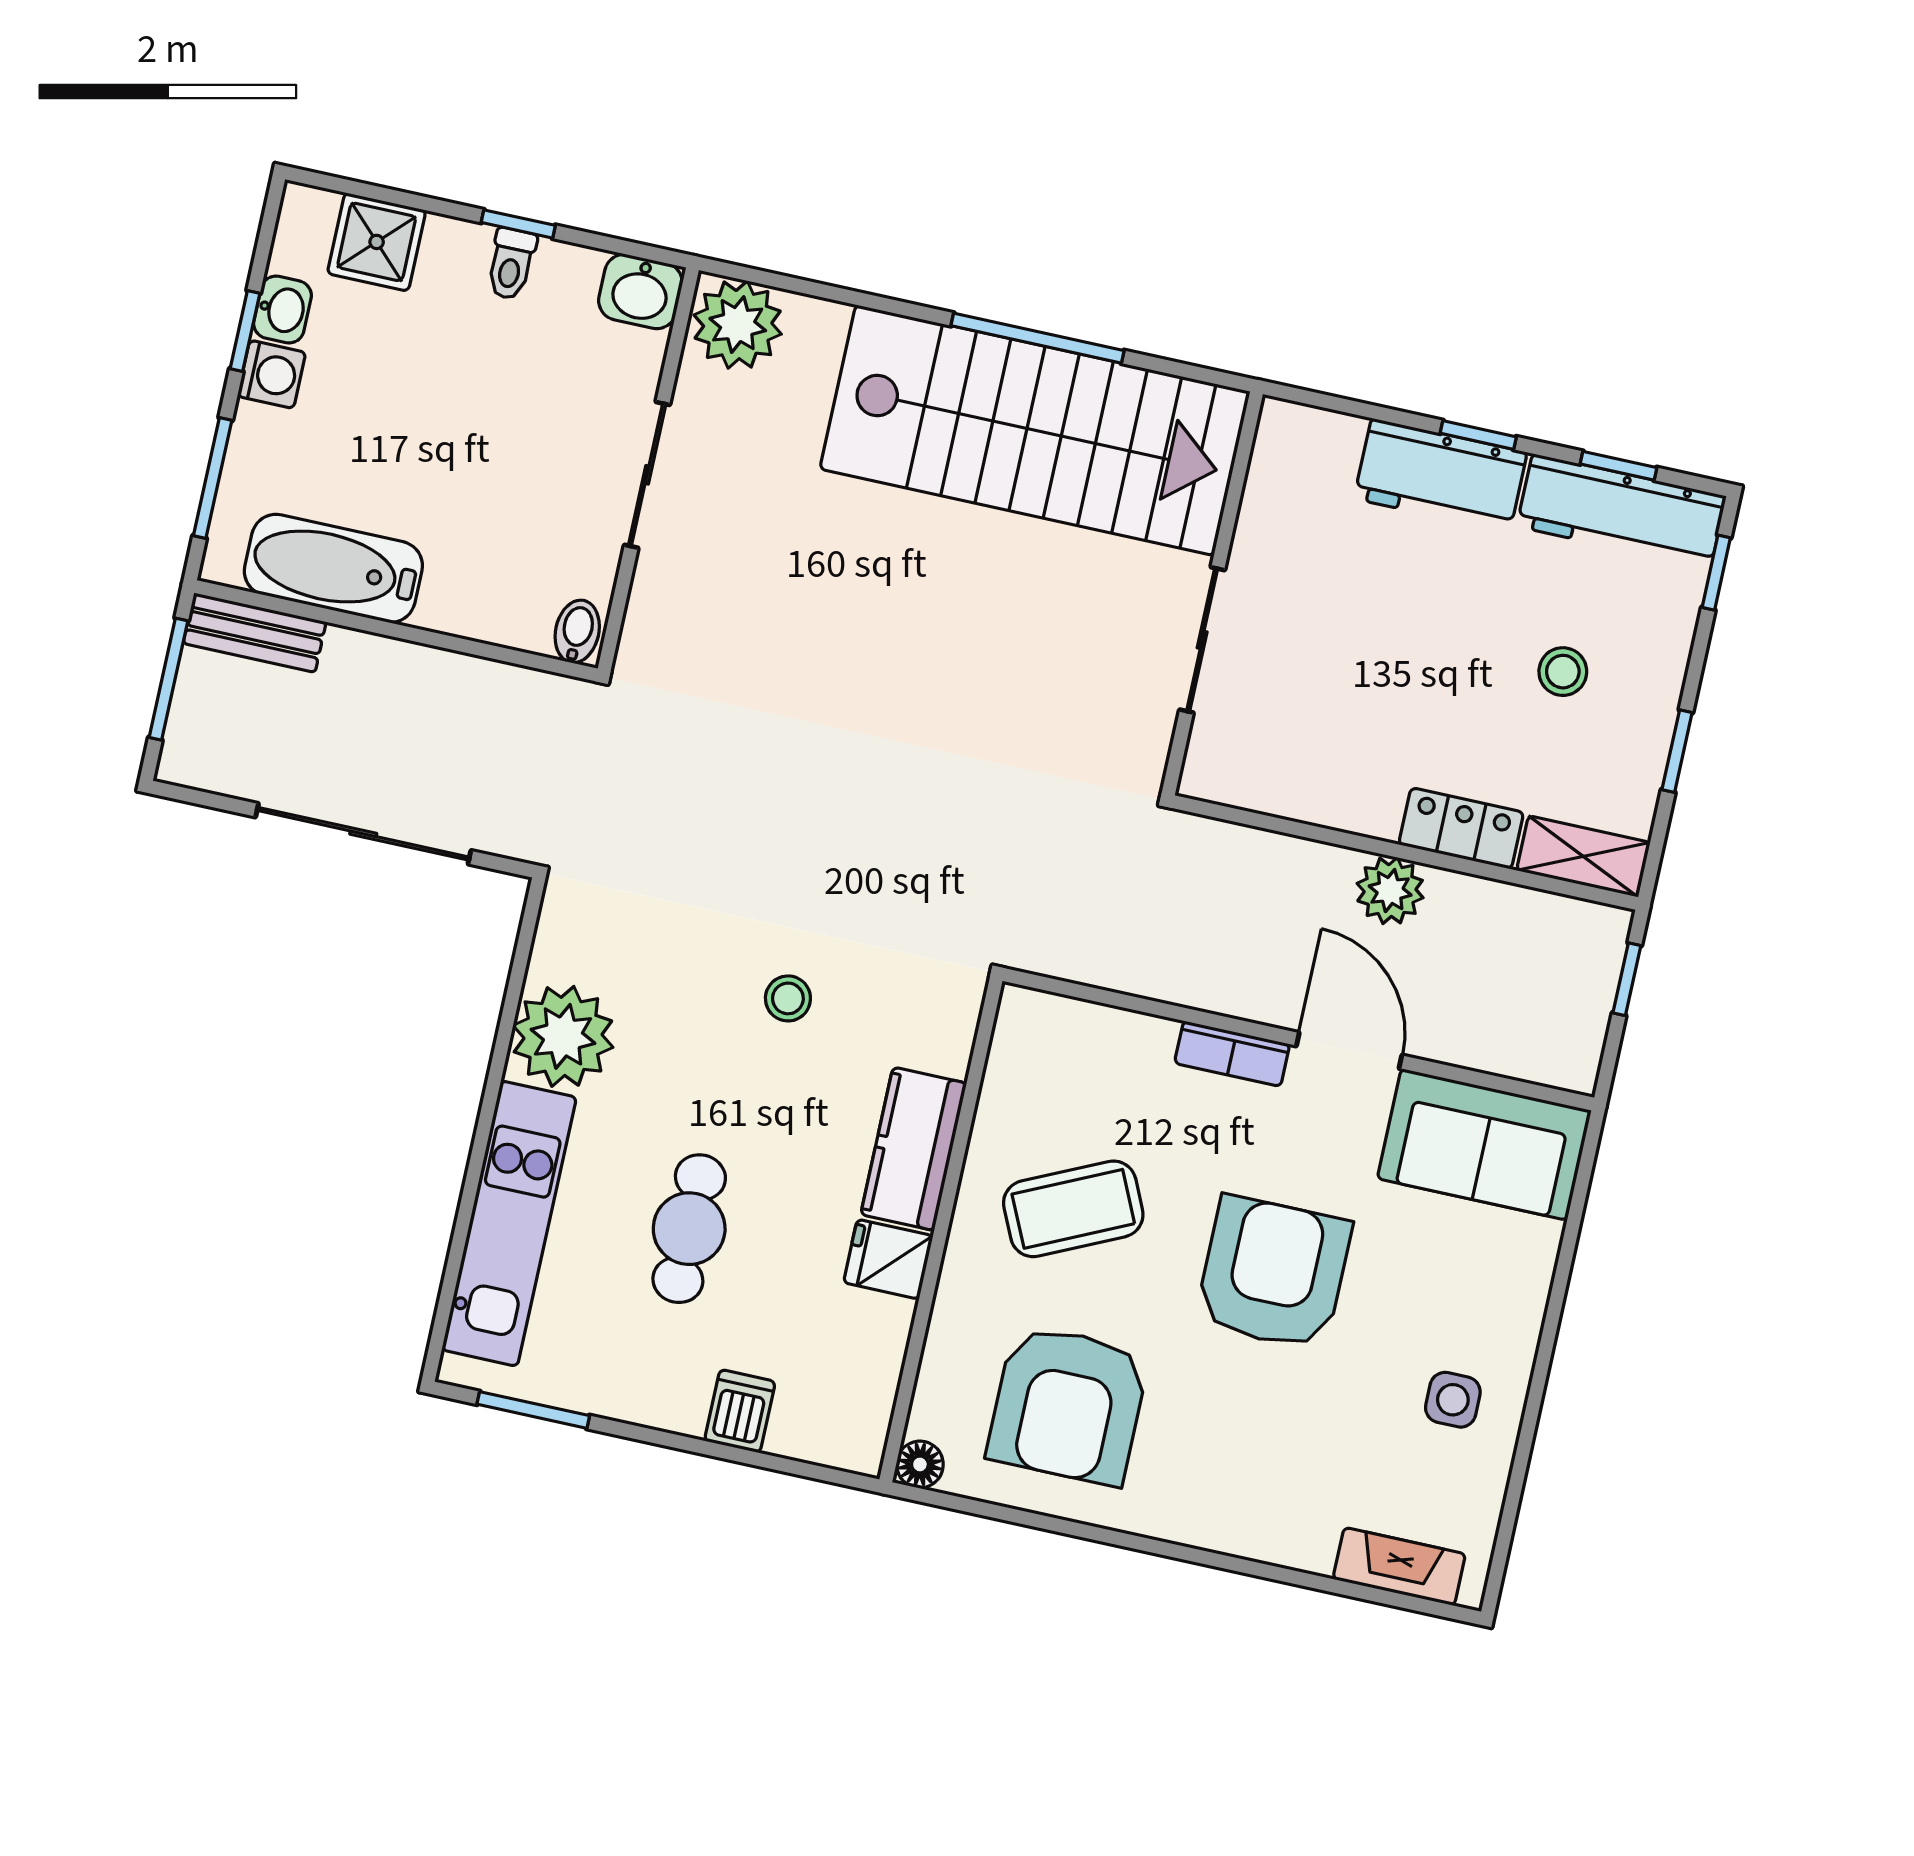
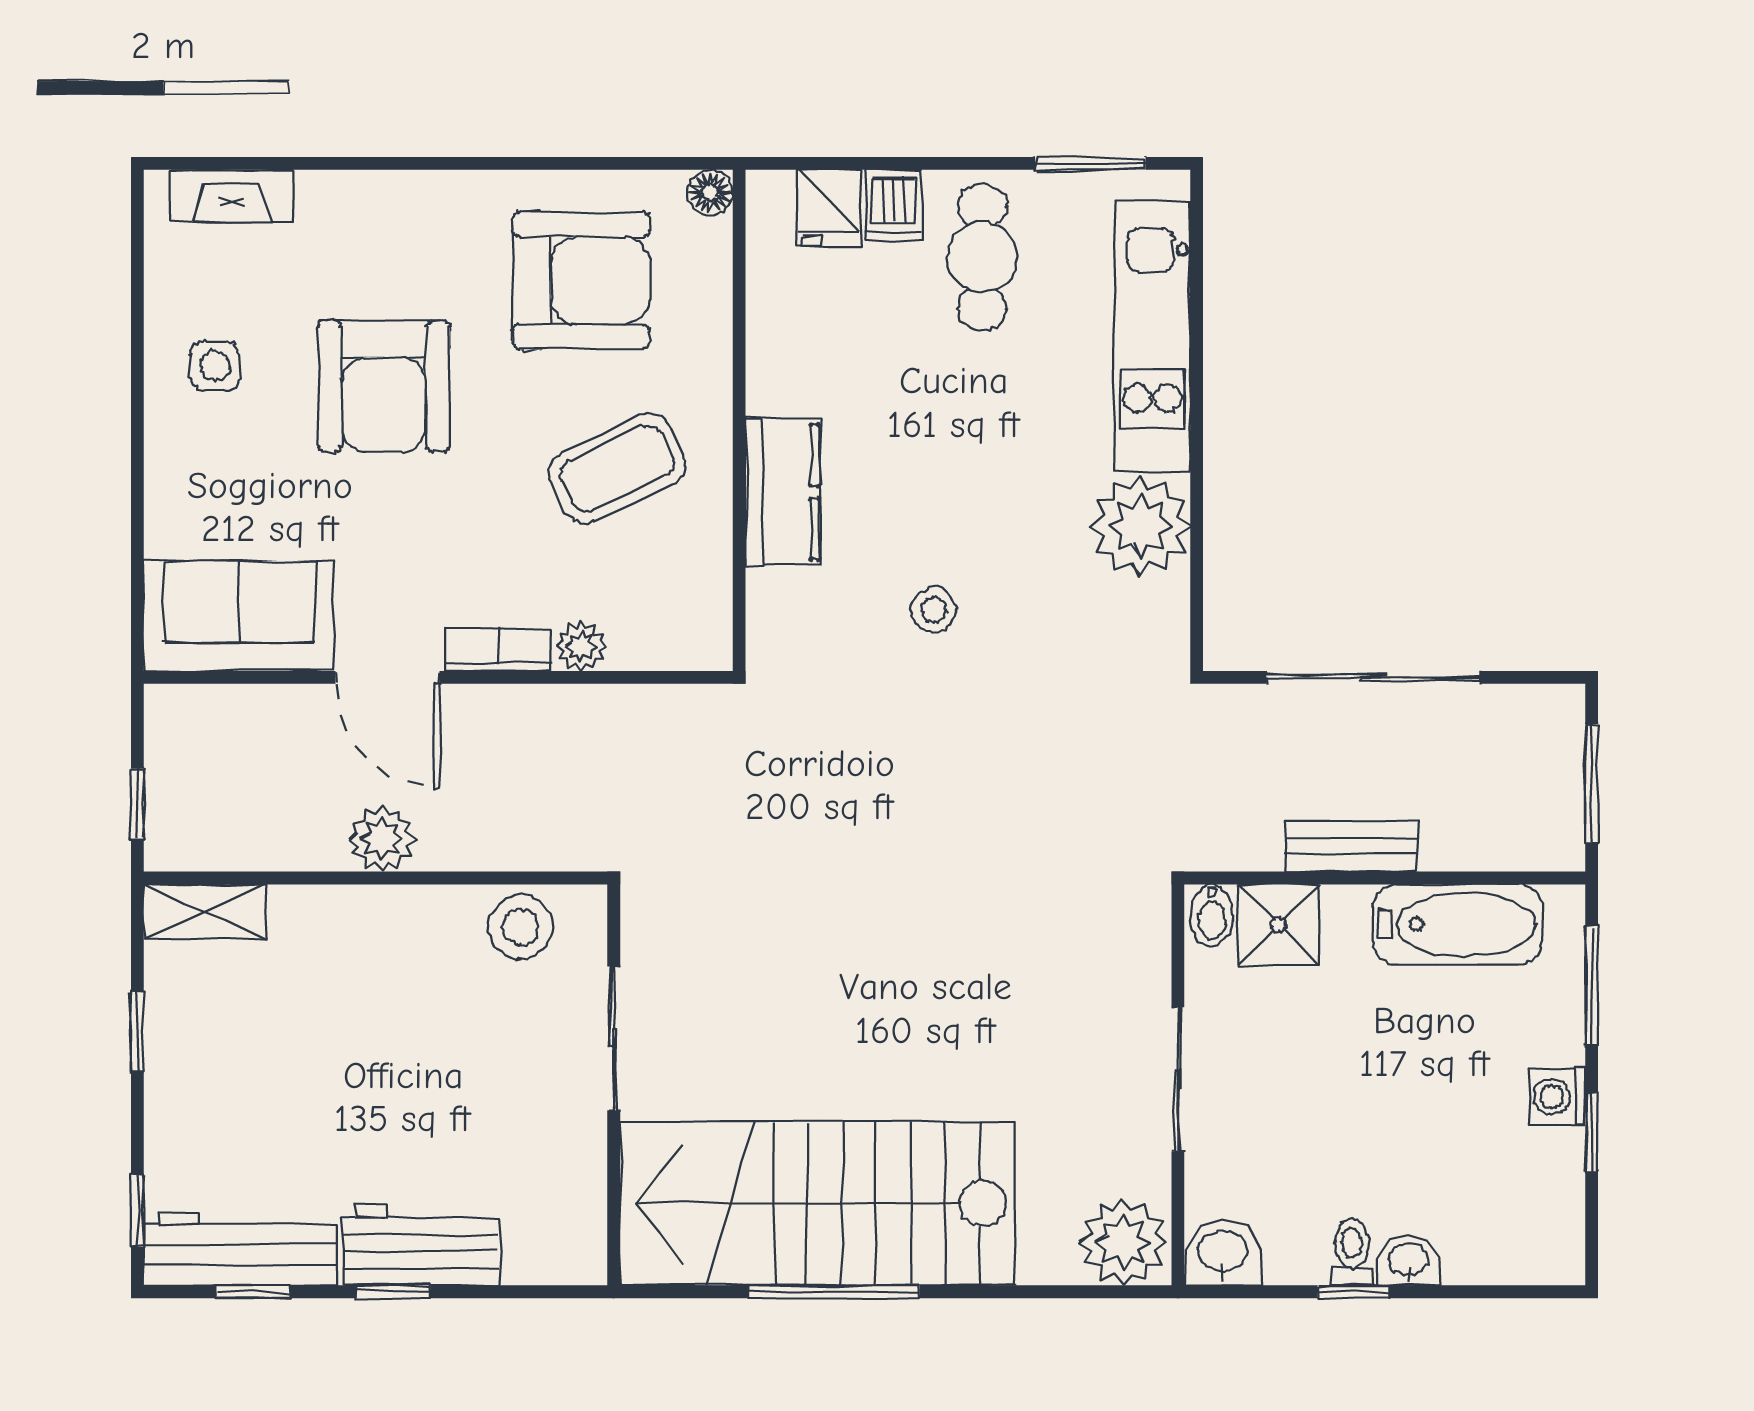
shower: (377, 242) -> (1278, 925), moved
washbasin: (283, 310) -> (1408, 1260), moved, turned 90
bench: (255, 633) -> (1351, 846), moved
stool: (1563, 672) -> (520, 927), moved, width x1.37, depth x1.37
locker: (1461, 828) -> (327, 913), removed
plant: (1148, 1039) -> (581, 646), added
cafe table: (689, 1229) -> (982, 257), moved
fridge: (888, 1259) -> (828, 208), moved, turned 90
armchair: (1273, 1273) -> (384, 386), moved
armchair: (1068, 1405) -> (581, 280), turned 90

